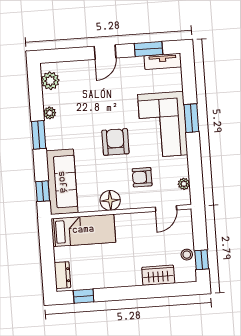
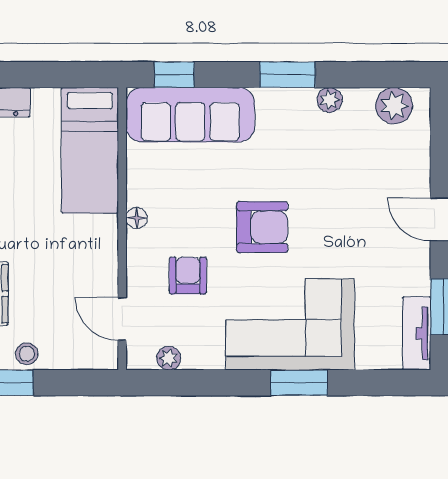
floor lamp: (110, 200) -> (137, 218), width x0.53, depth x0.53

